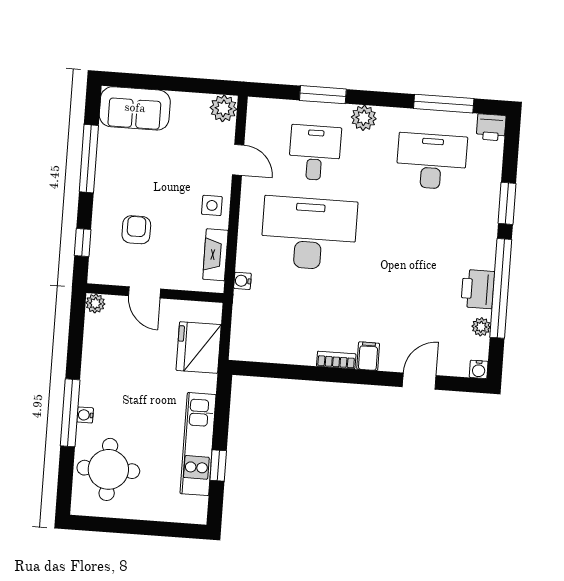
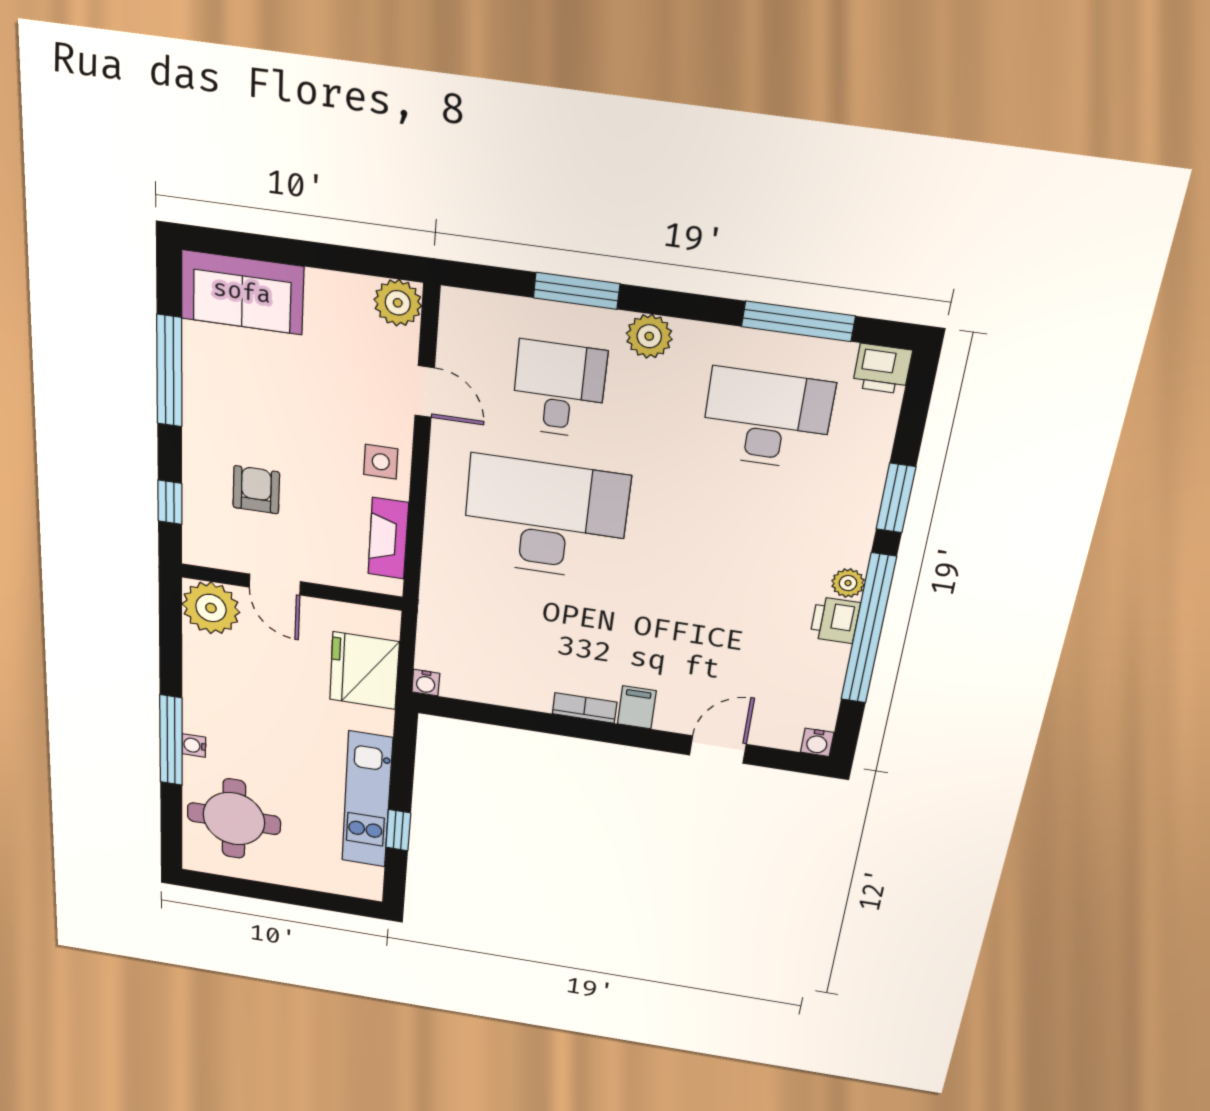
water cooler: (242, 281) -> (426, 683), moved, turned -90
printer: (478, 289) -> (835, 620), width x0.73, depth x0.81
plant: (95, 303) -> (211, 608), width x1.88, depth x1.88
plant: (481, 327) -> (848, 583), moved

